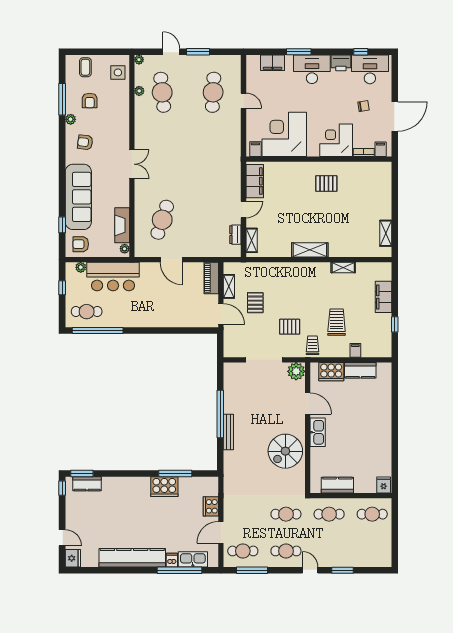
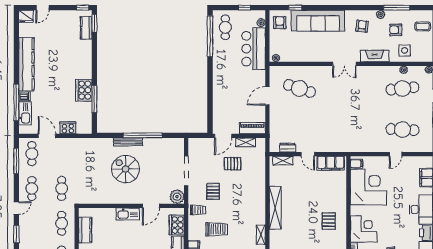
side table: (118, 72) -> (405, 50), moved
fireplace: (122, 225) -> (375, 56), moved
shelving: (310, 250) -> (275, 208), width x1.47
spiral stairs: (285, 451) -> (126, 169), moved

